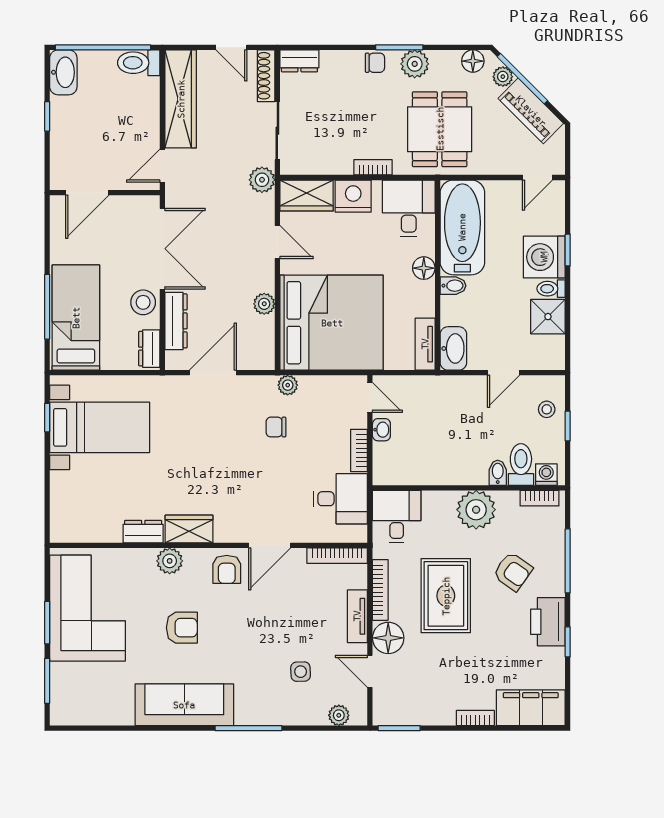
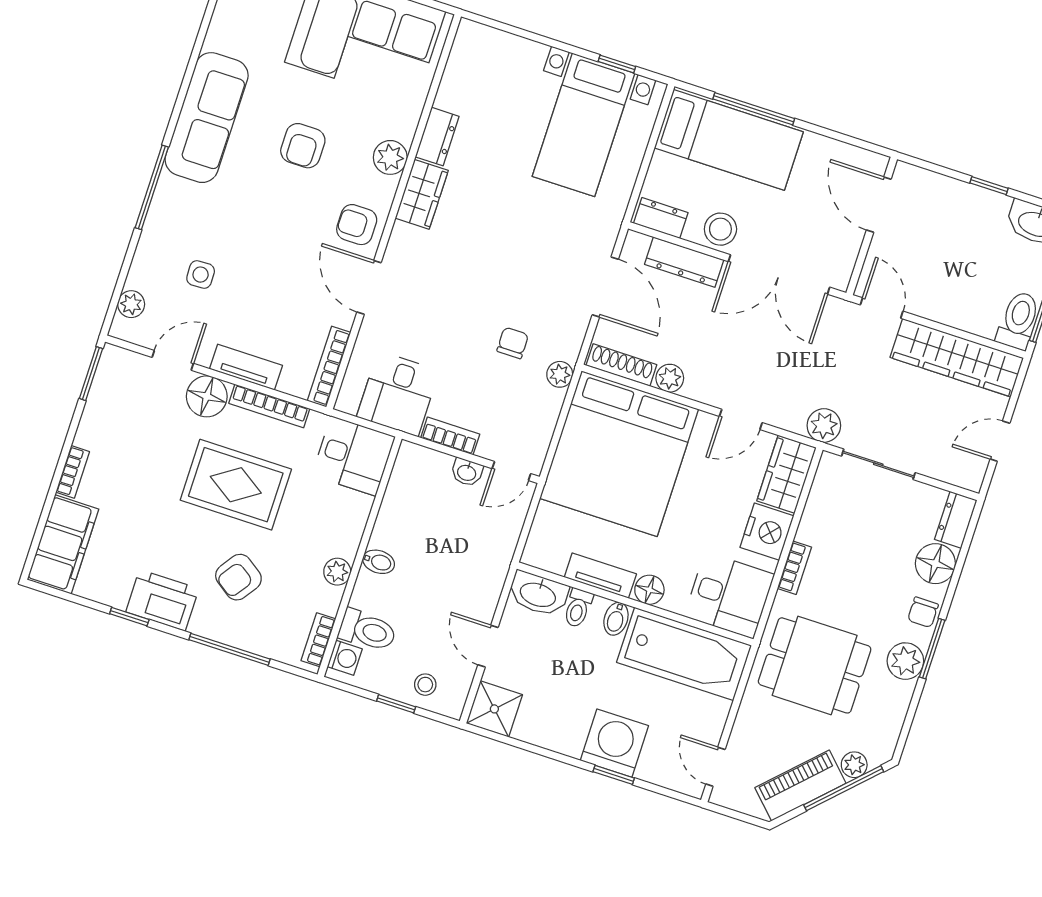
floor lamp: (473, 61) -> (935, 564), moved, width x1.38, depth x1.38
shoe rack: (266, 76) -> (621, 365), moved
toilet: (551, 289) -> (578, 608), moved, turned 180
shower: (548, 317) -> (494, 709), moved
tv unit: (425, 344) -> (600, 576), moved
bidet: (498, 473) -> (379, 562), moved
plant: (476, 510) -> (337, 572), width x0.53, depth x0.53

